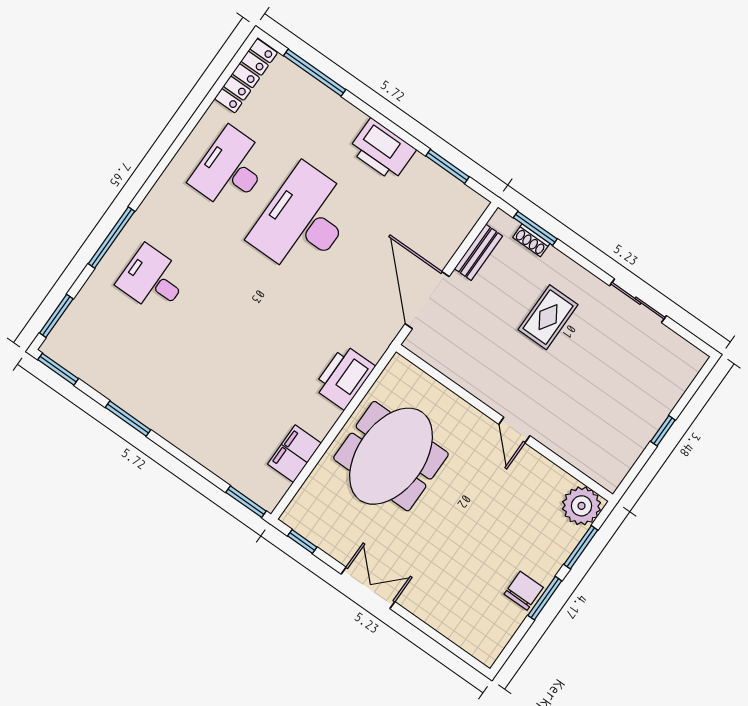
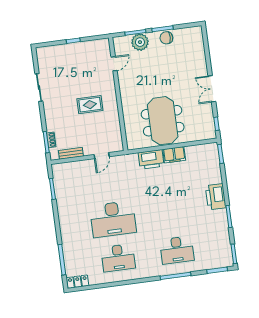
locker: (246, 76) -> (78, 282), width x0.66
printer: (382, 150) -> (216, 197), moved, turned 180
desk: (153, 280) -> (177, 250), width x1.37
door: (427, 300) -> (102, 156), width x0.53
rug: (548, 317) -> (90, 105), moved
door: (514, 430) -> (114, 64), moved
filing cabinet: (294, 454) -> (174, 155), moved
meeting table: (391, 456) -> (163, 121), turned 90
plant: (581, 506) -> (140, 42), moved

